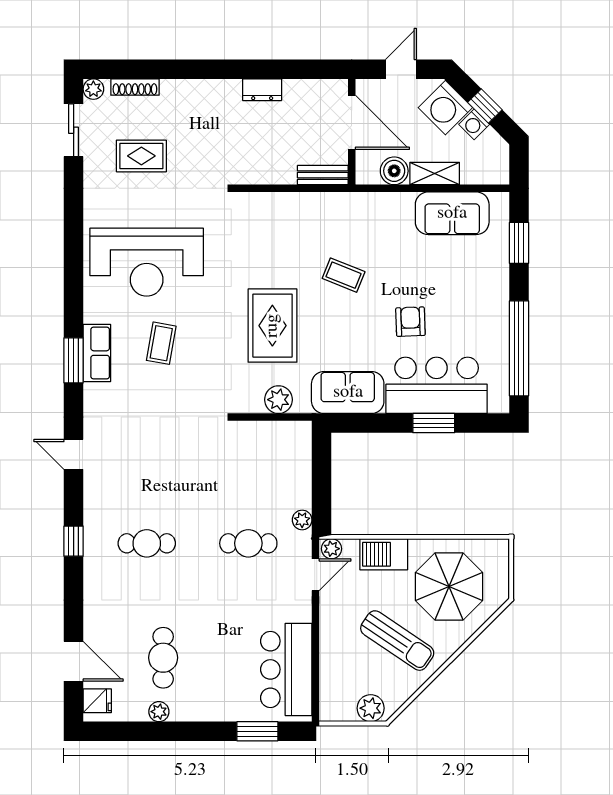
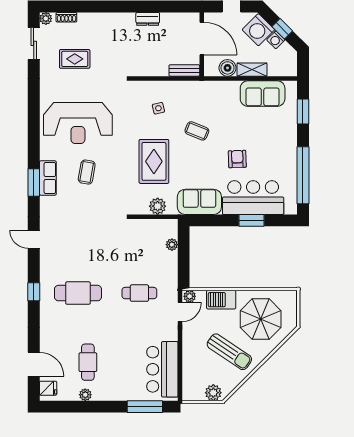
shoe rack: (135, 87) -> (66, 17), width x0.70
side table: (280, 238) -> (158, 108), added
plant: (302, 520) -> (172, 245), moved
cafe table: (147, 543) -> (78, 293), width x1.37, depth x1.35
window: (257, 731) -> (145, 407), width x1.44

